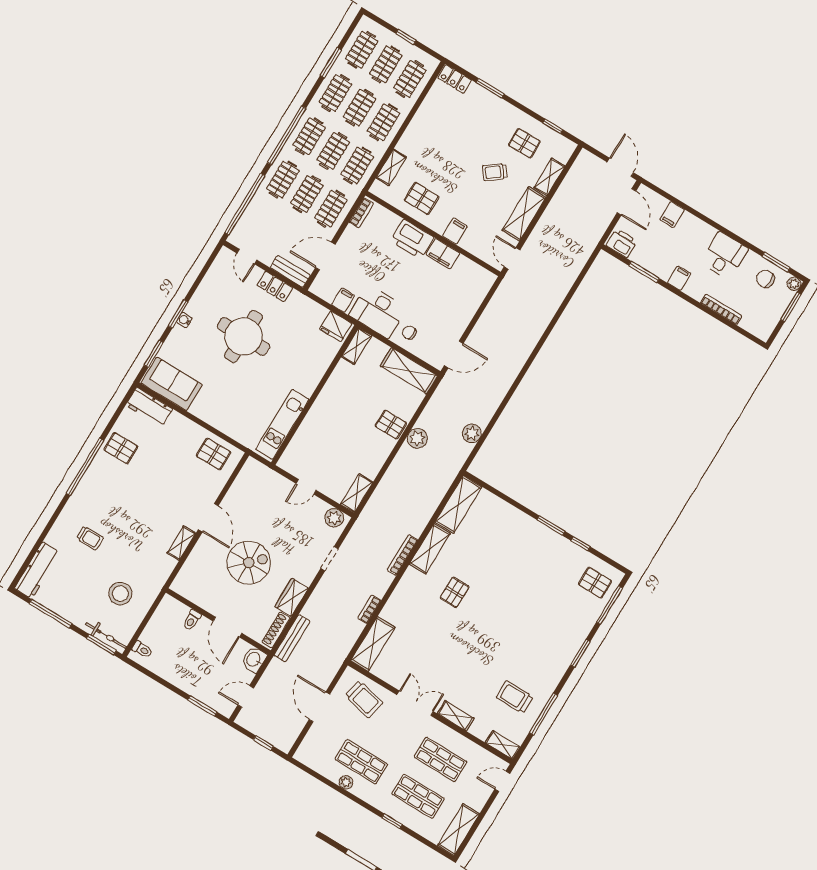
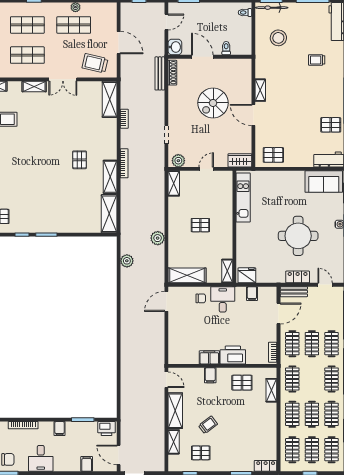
clothes rail: (333, 151) -> (312, 379), removed
desk: (378, 312) -> (223, 299), width x0.73
pallet: (391, 425) -> (200, 225), moved
wardrobe: (292, 597) -> (240, 160), moved, turned -90

